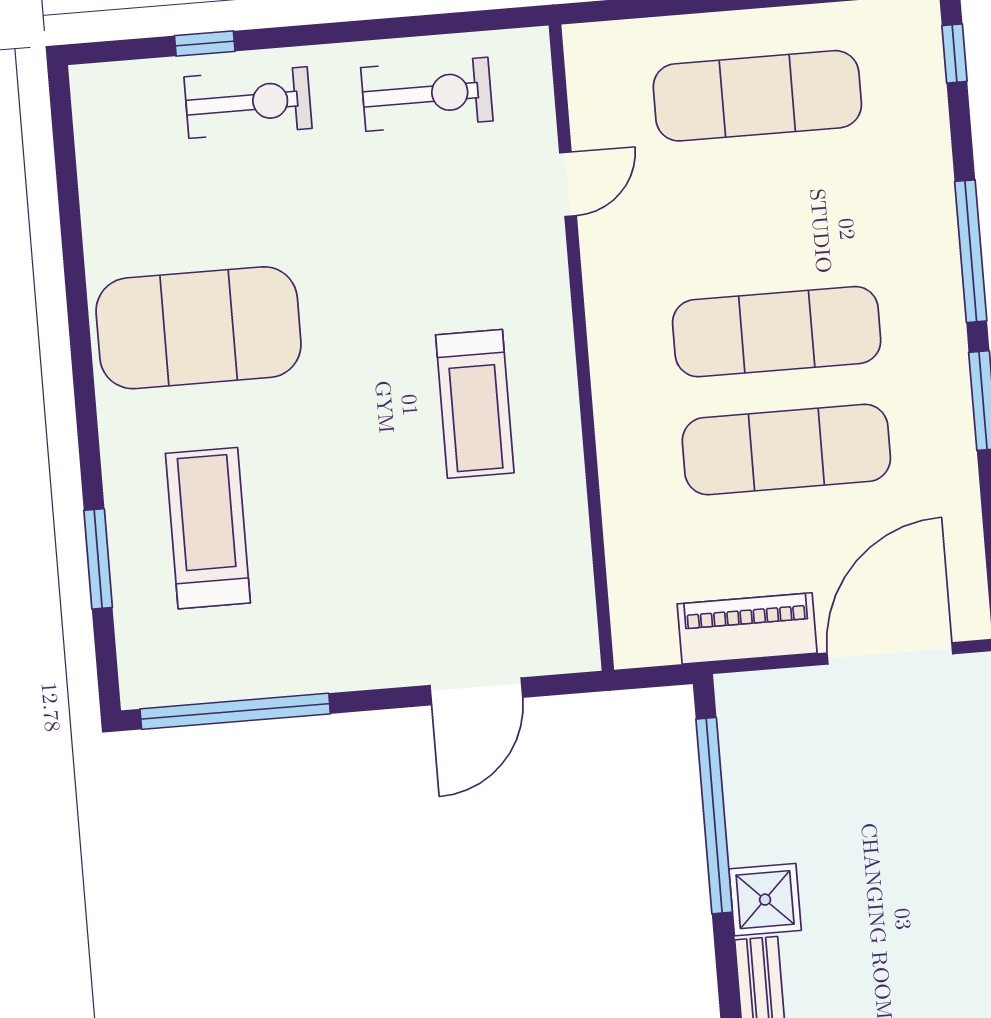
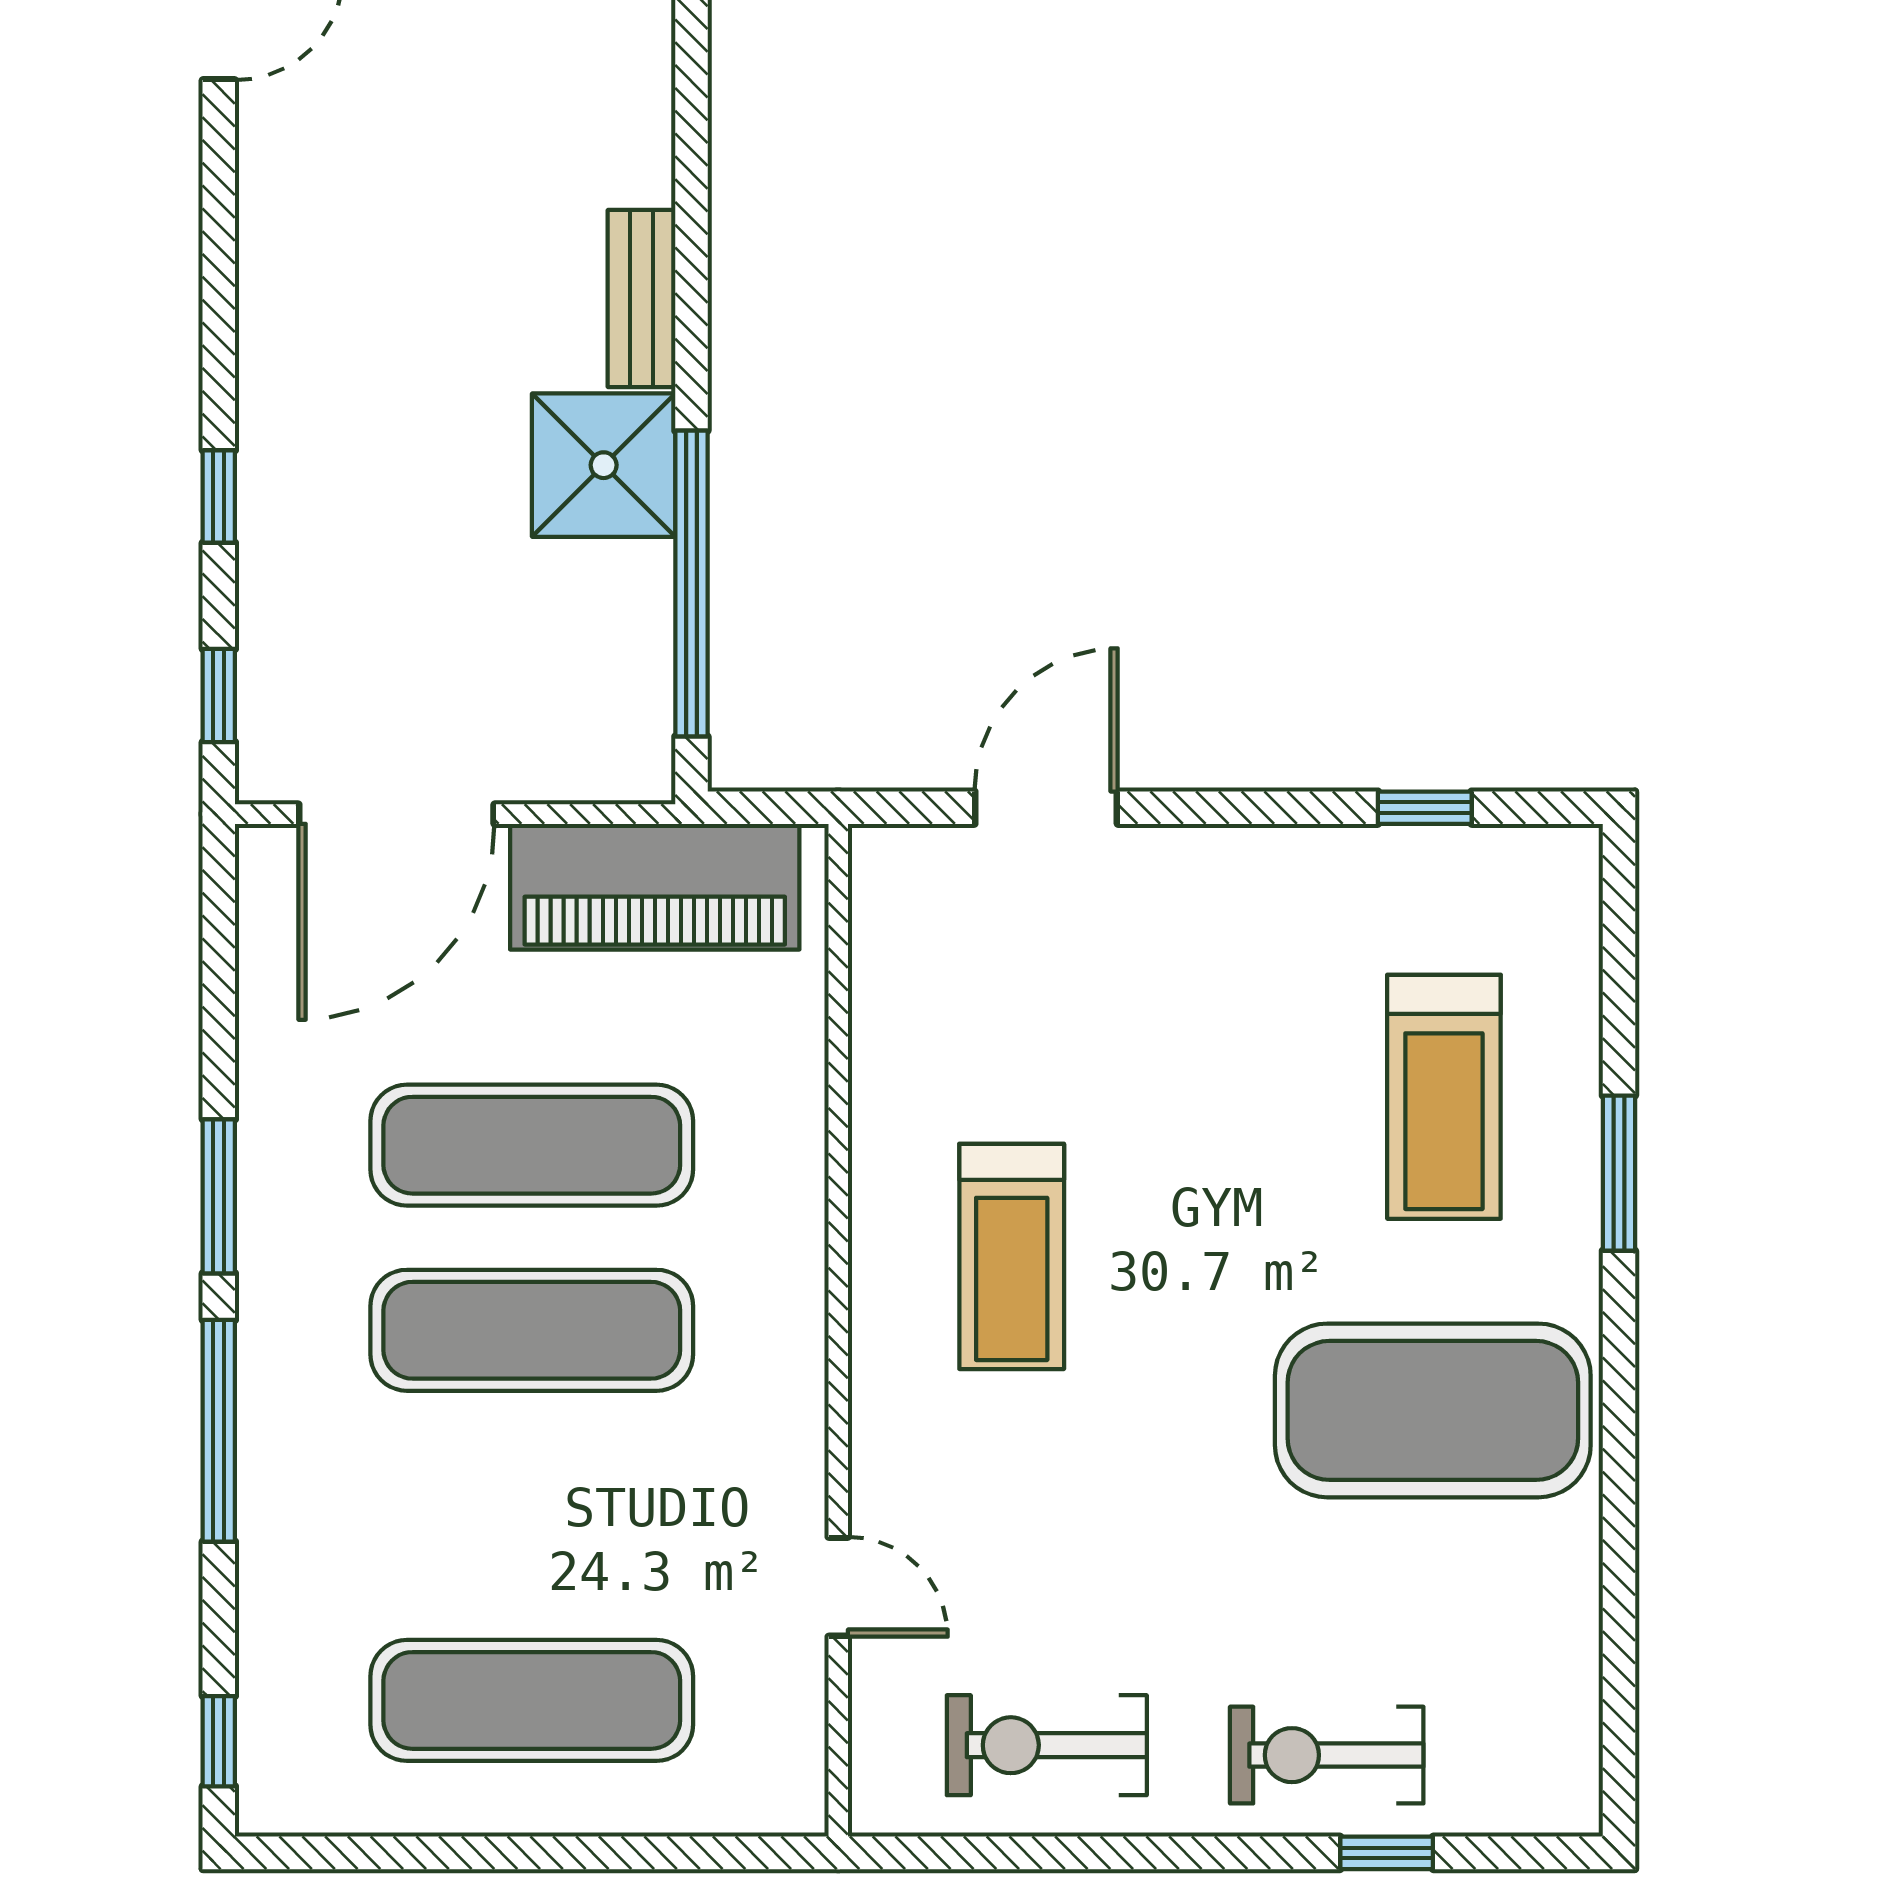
door: (568, 184) -> (838, 1587), swing flipped
treadmill: (475, 404) -> (1012, 1256), turned 180
window: (98, 559) -> (1619, 1173), moved
piano: (747, 628) -> (655, 887), width x1.37, depth x1.33
window: (235, 711) -> (1425, 808), width x0.32
shower: (765, 900) -> (604, 465), width x1.36, depth x1.36

